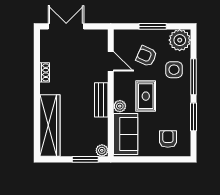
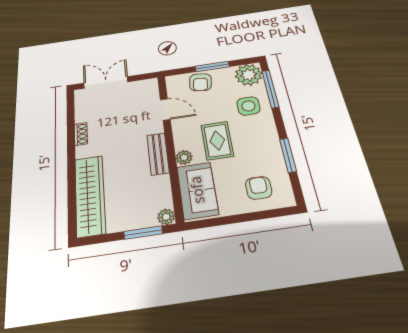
armchair: (146, 56) -> (200, 82), moved, turned -106
window: (194, 77) -> (270, 89), moved

